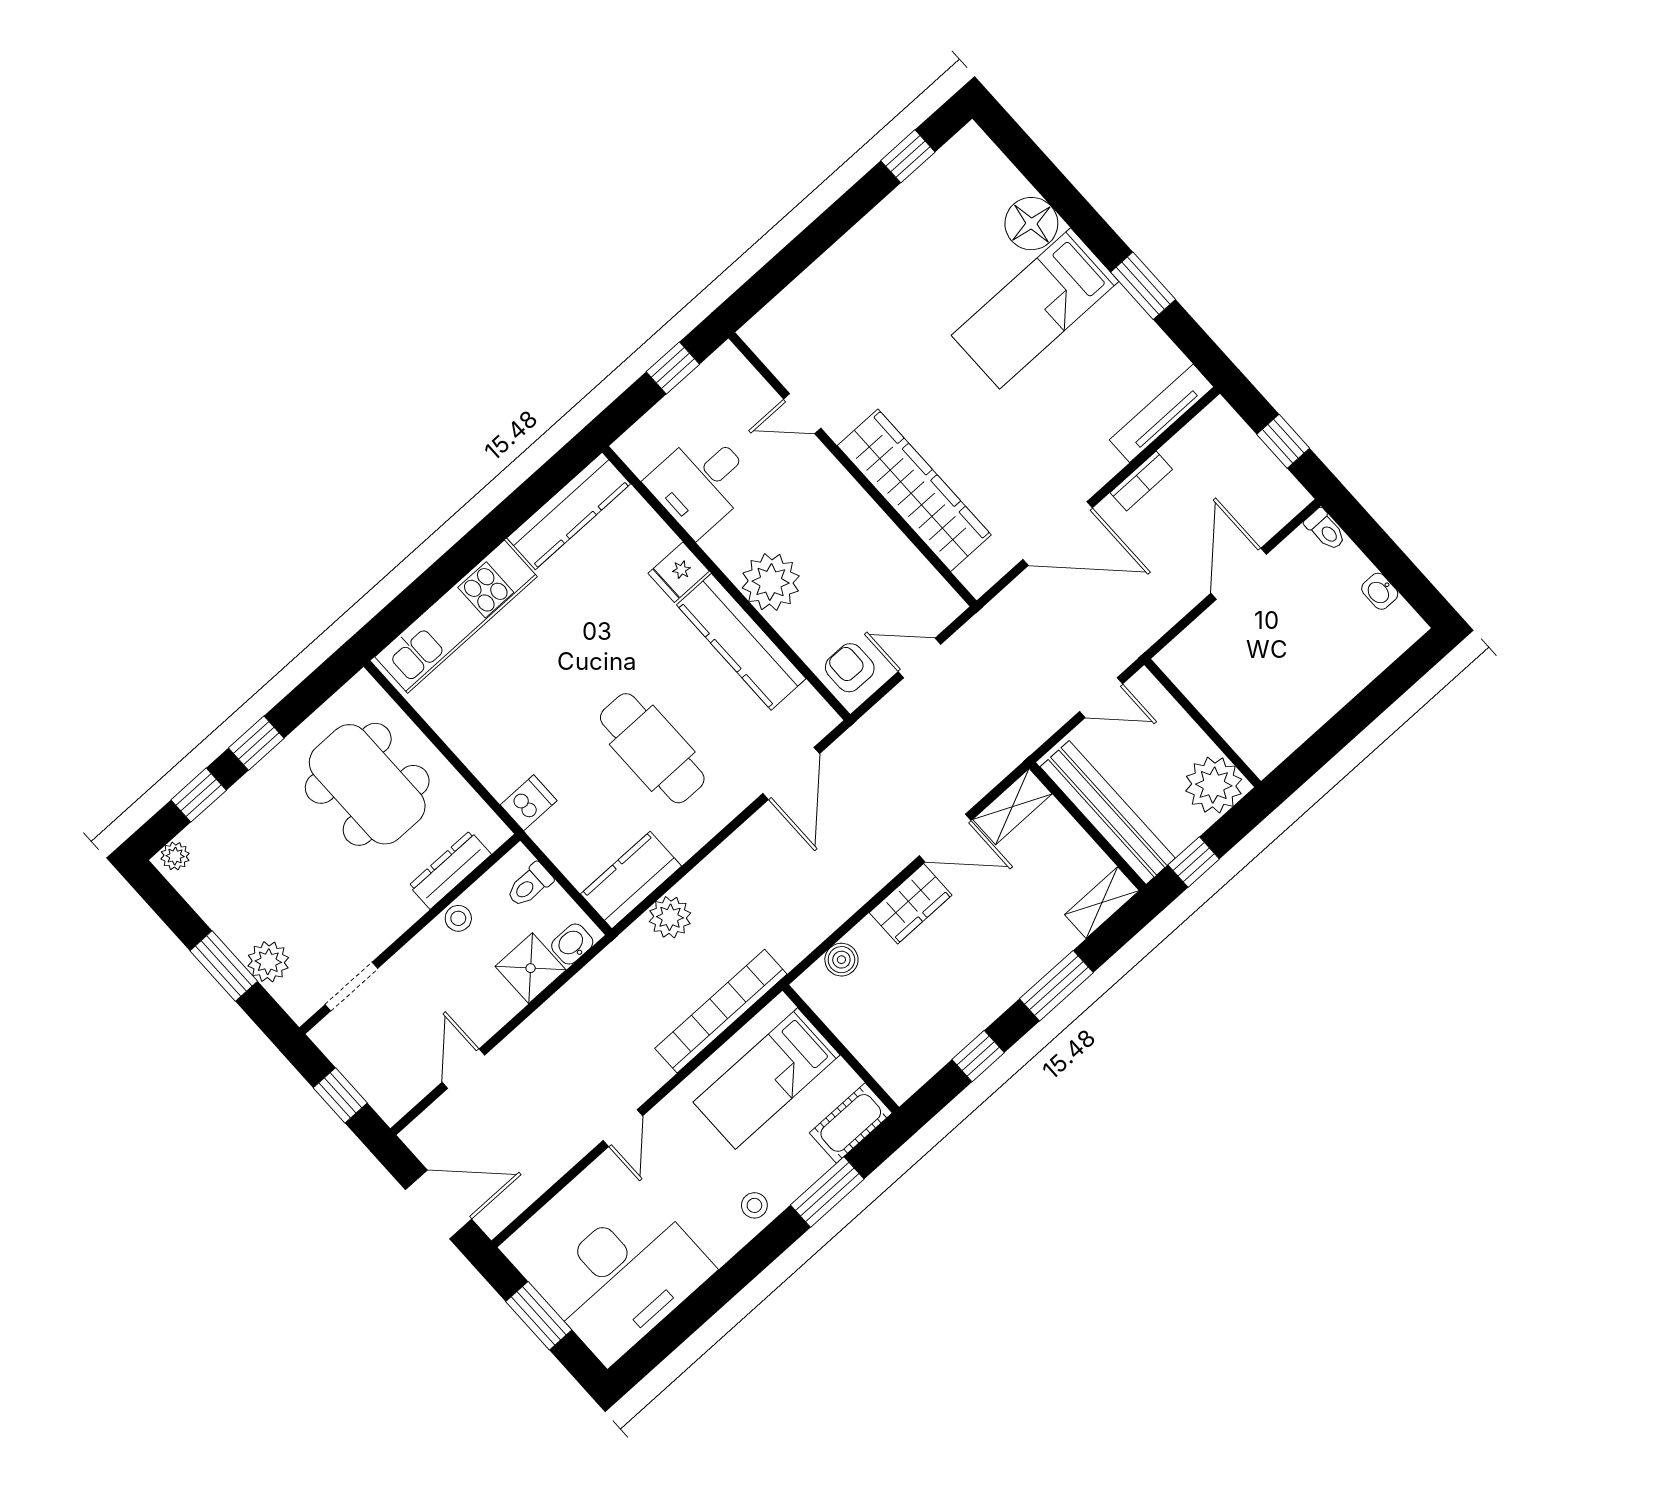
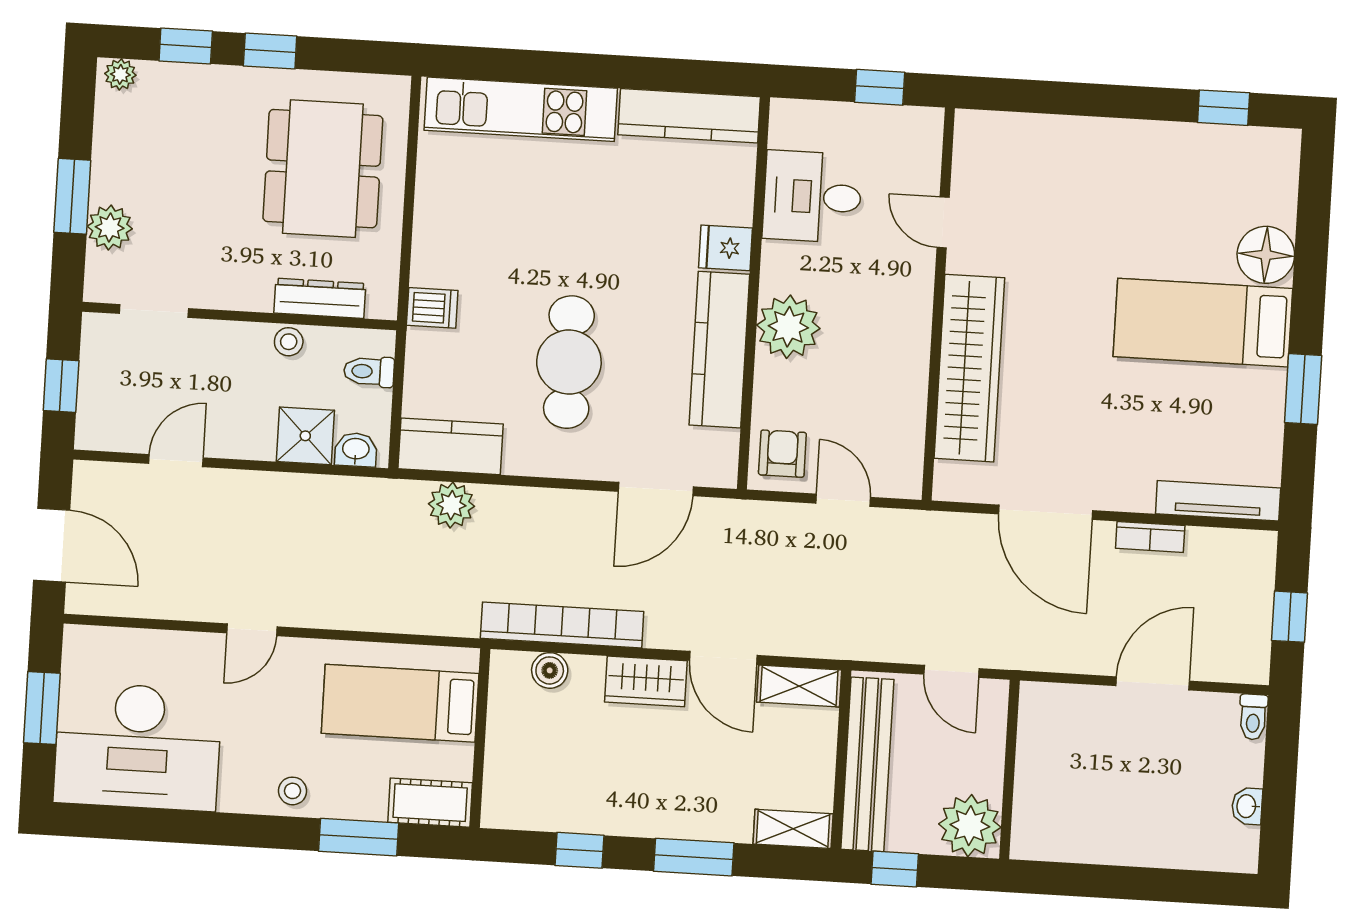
bookcase: (721, 1011) -> (562, 625), moved

